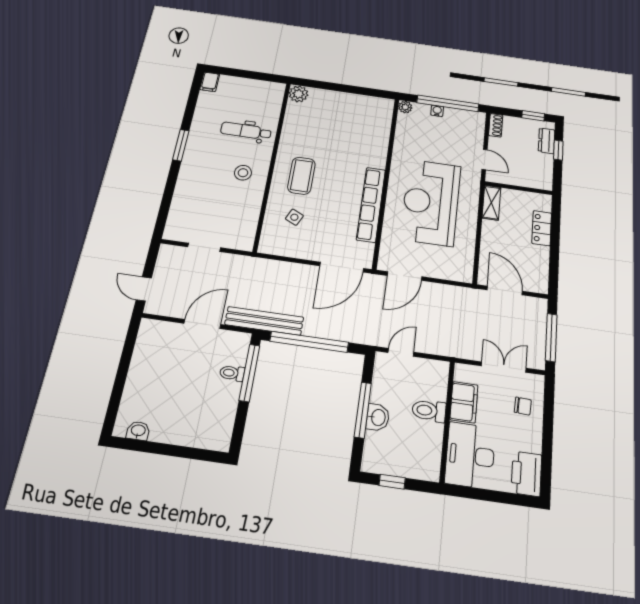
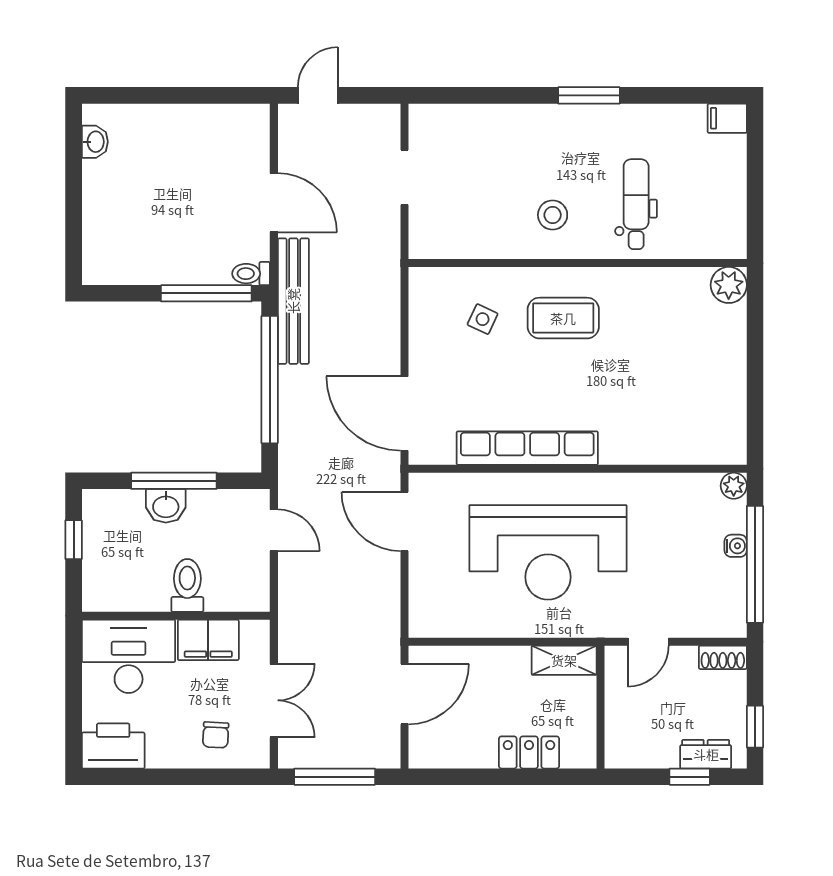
reception desk: (431, 202) -> (548, 552), turned 180
toilet: (232, 373) -> (251, 274), moved, turned -90

